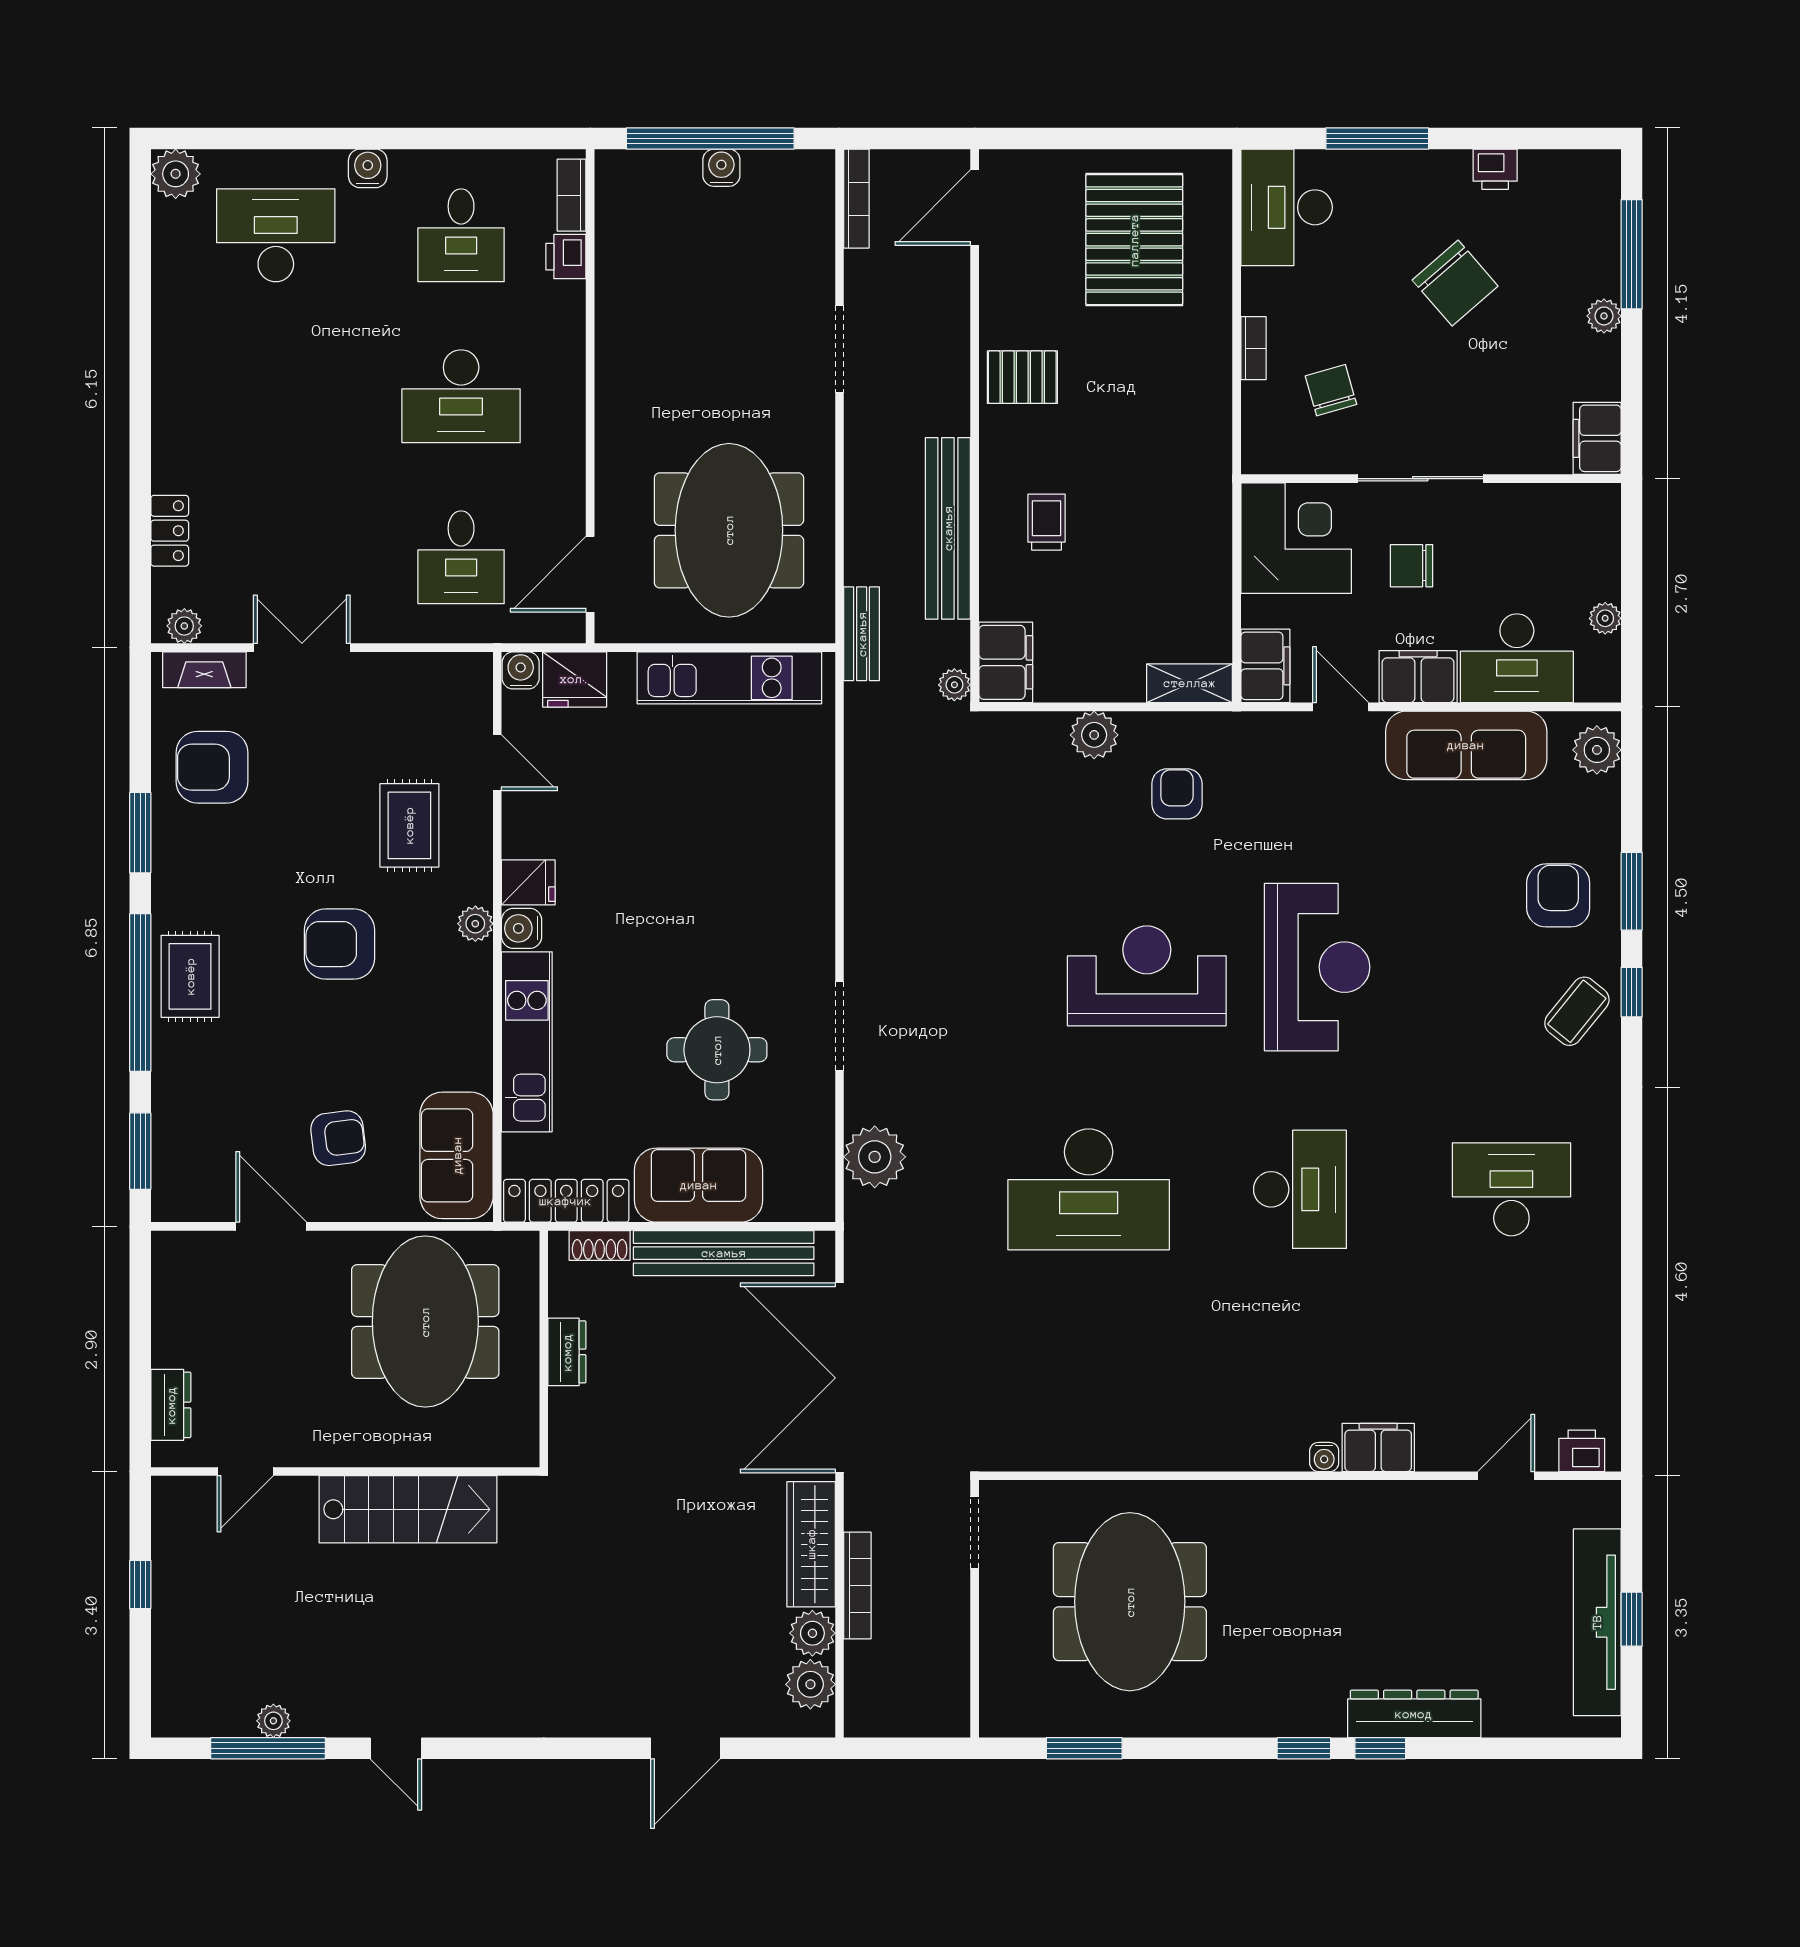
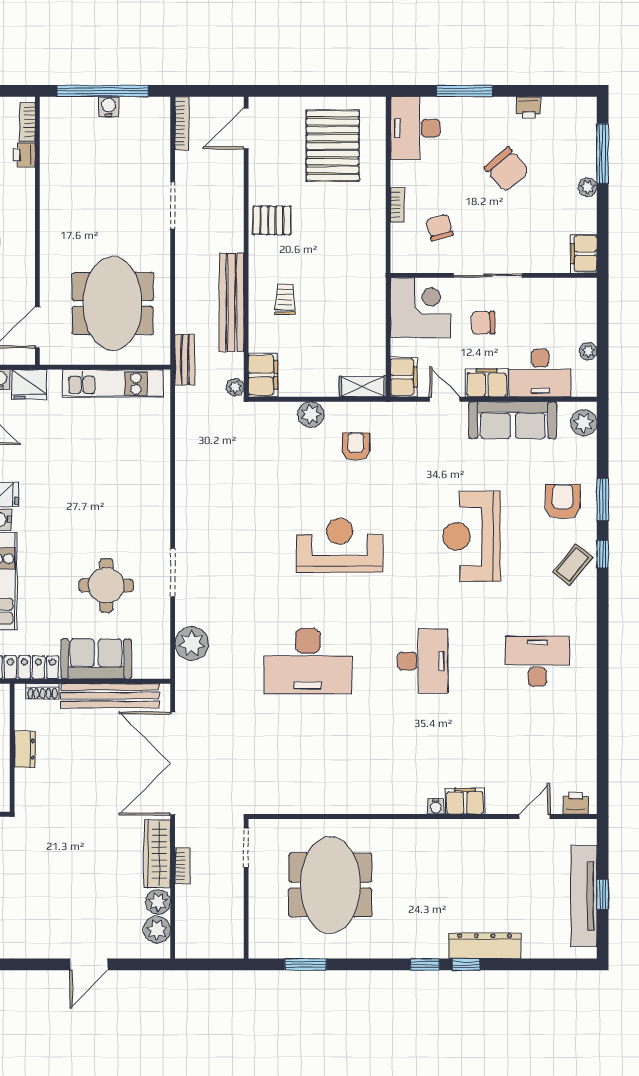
reception desk: (1317, 967) -> (471, 536), moved, turned 180
bookcase: (857, 1585) -> (182, 866), width x0.64

